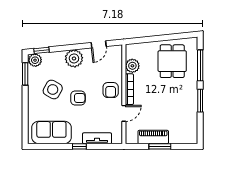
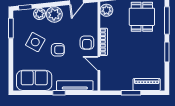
plant: (35, 60) -> (40, 14), moved
plant: (132, 66) -> (106, 10), moved
door: (124, 113) -> (99, 63), swing flipped
piano: (153, 137) -> (147, 84), moved
tv unit: (97, 138) -> (75, 86), width x1.41

